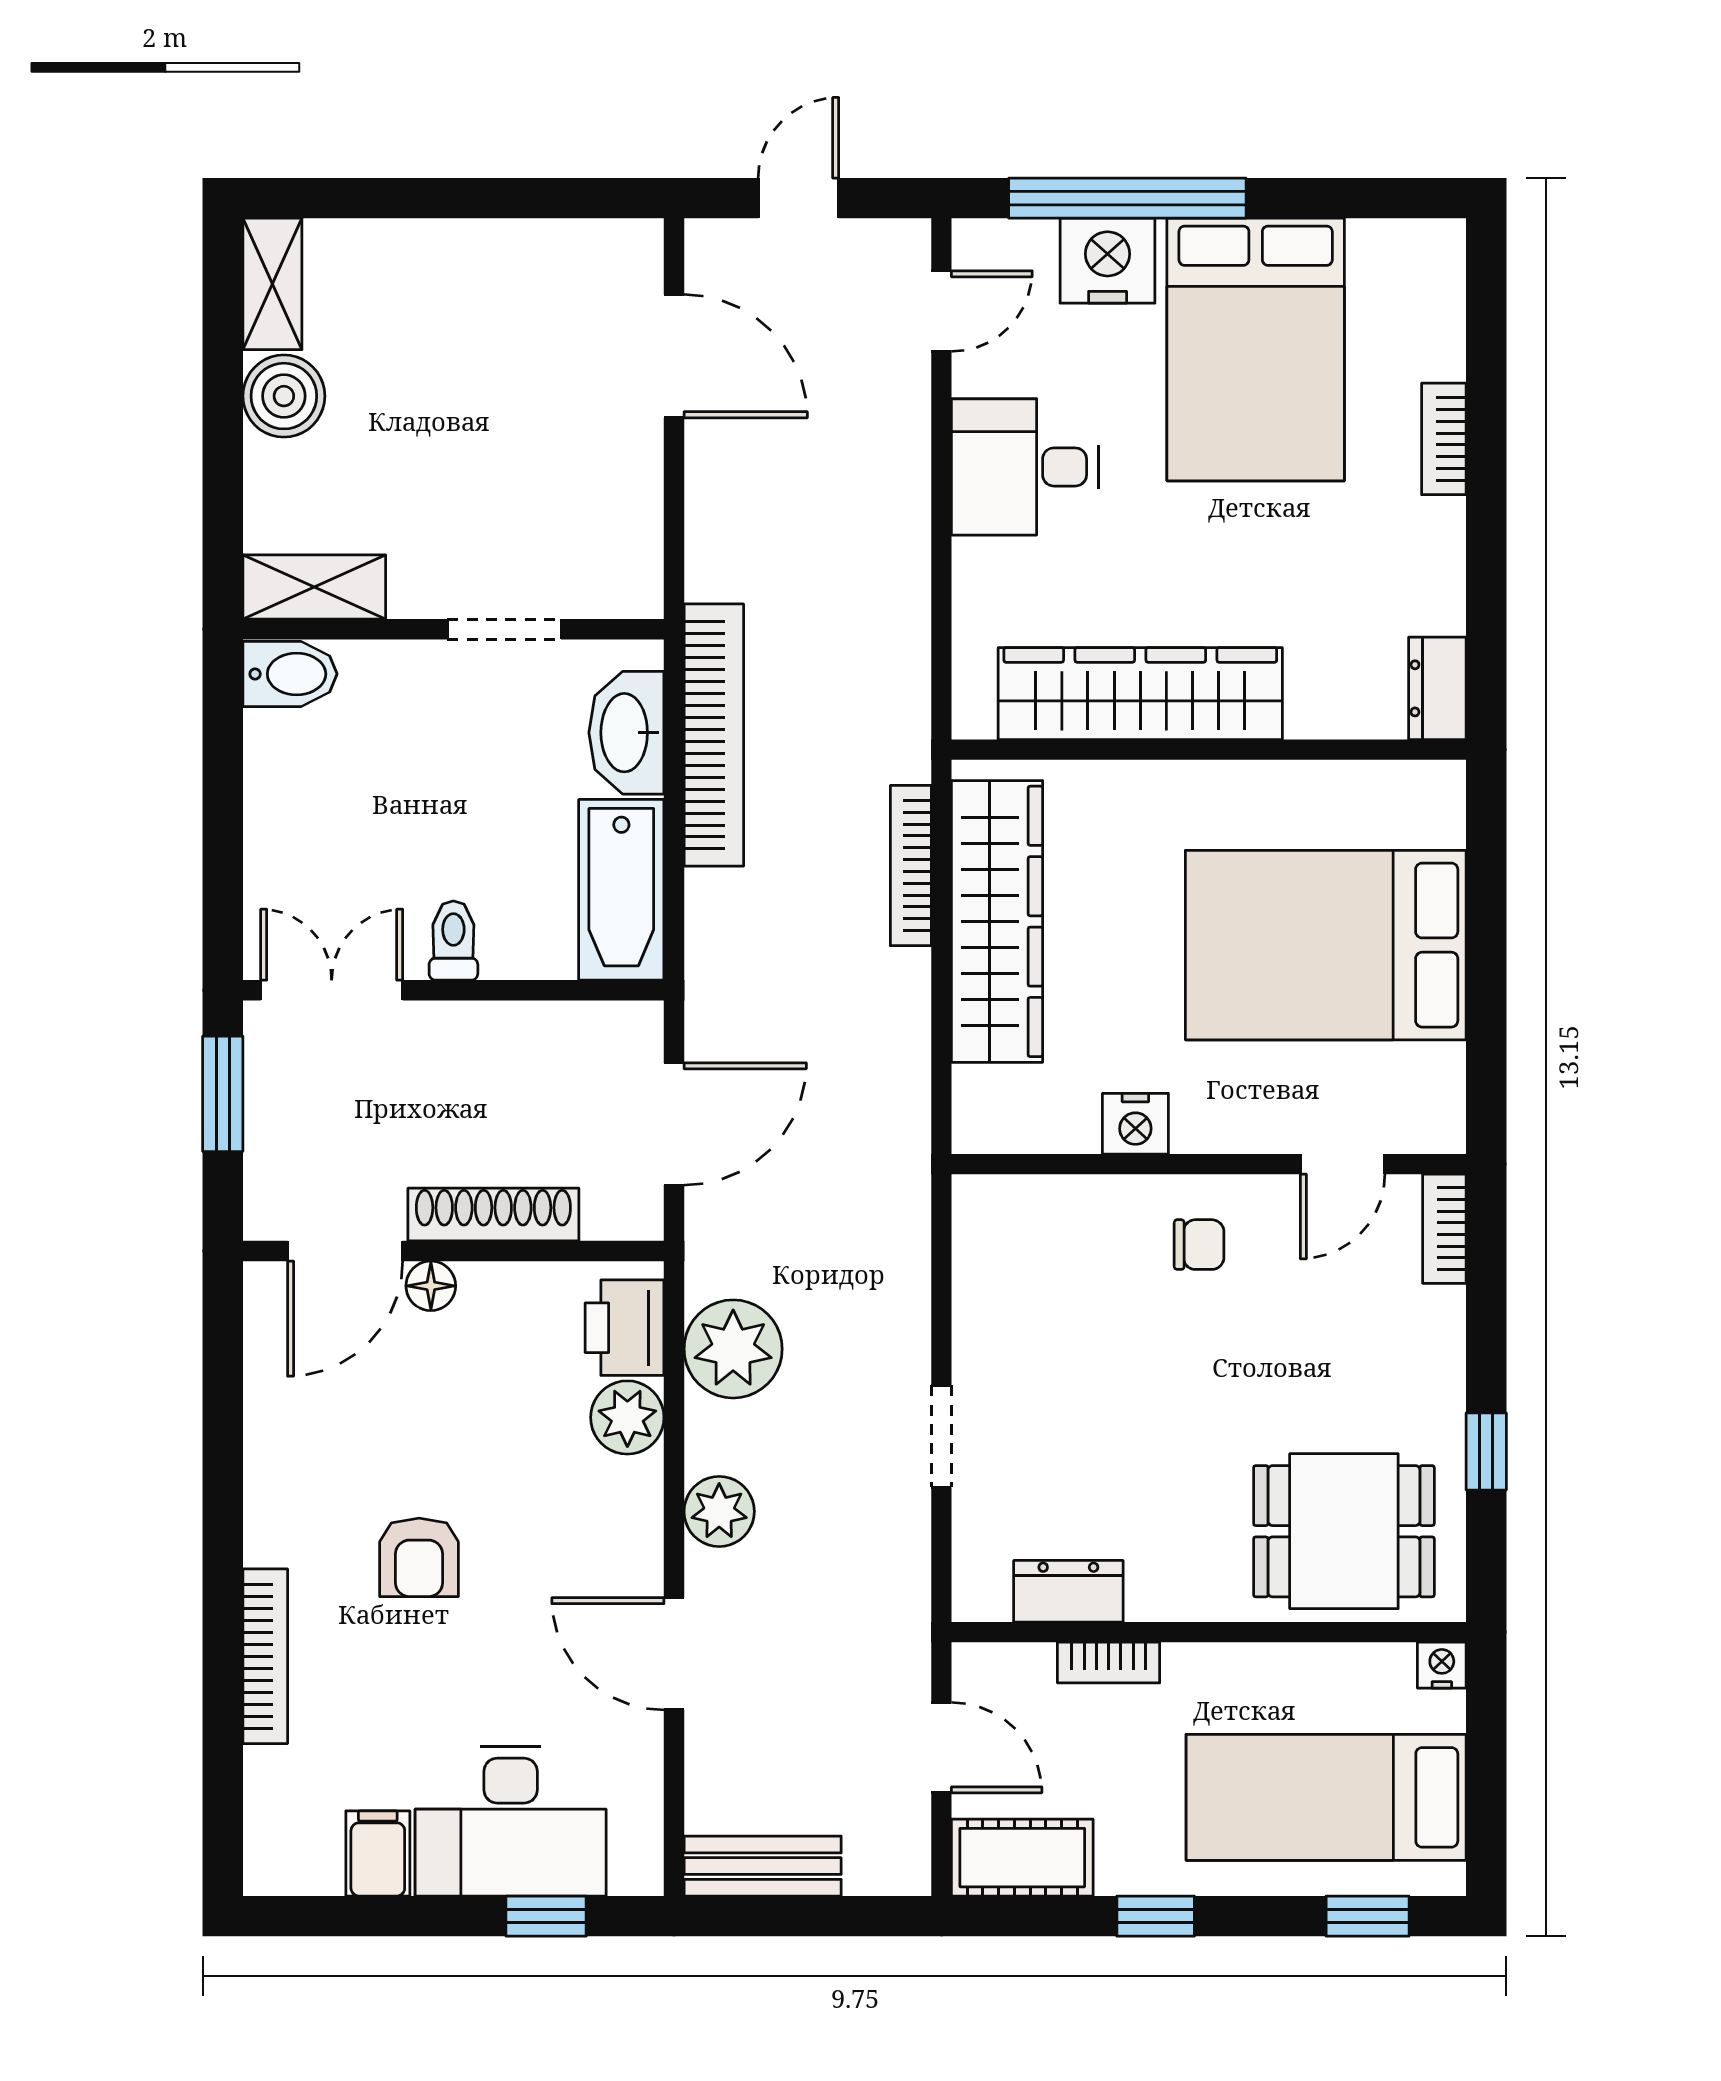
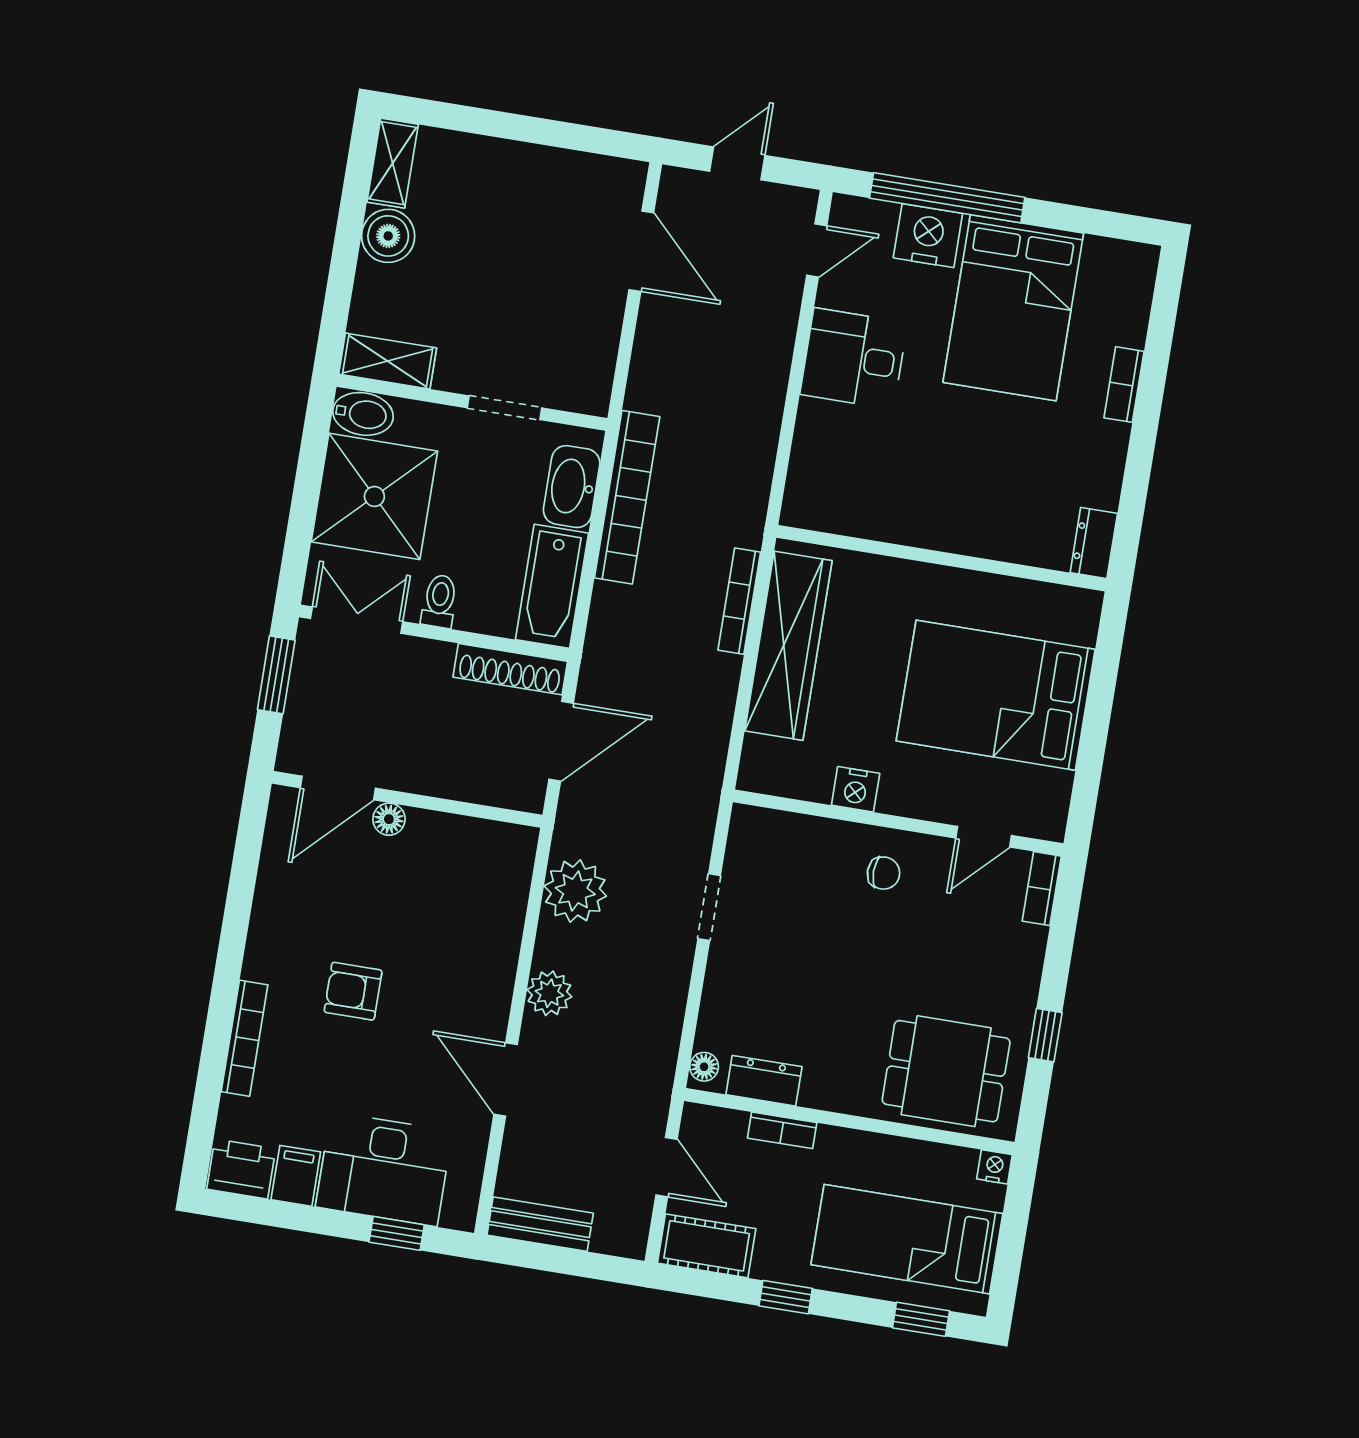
wardrobe: (1140, 694) -> (904, 515), removed
shower: (328, 797) -> (374, 496), added
shoe rack: (493, 1215) -> (510, 669), moved, turned 180
printer: (625, 1328) -> (241, 1169), moved, turned 90
plant: (627, 1417) -> (501, 924), removed
doorway: (941, 1436) -> (709, 907), moved
armchair: (419, 1557) -> (353, 991), turned 90
floor lamp: (974, 1585) -> (704, 1067), added

